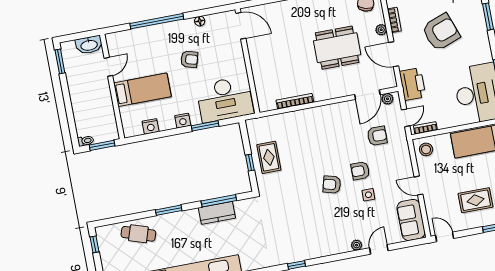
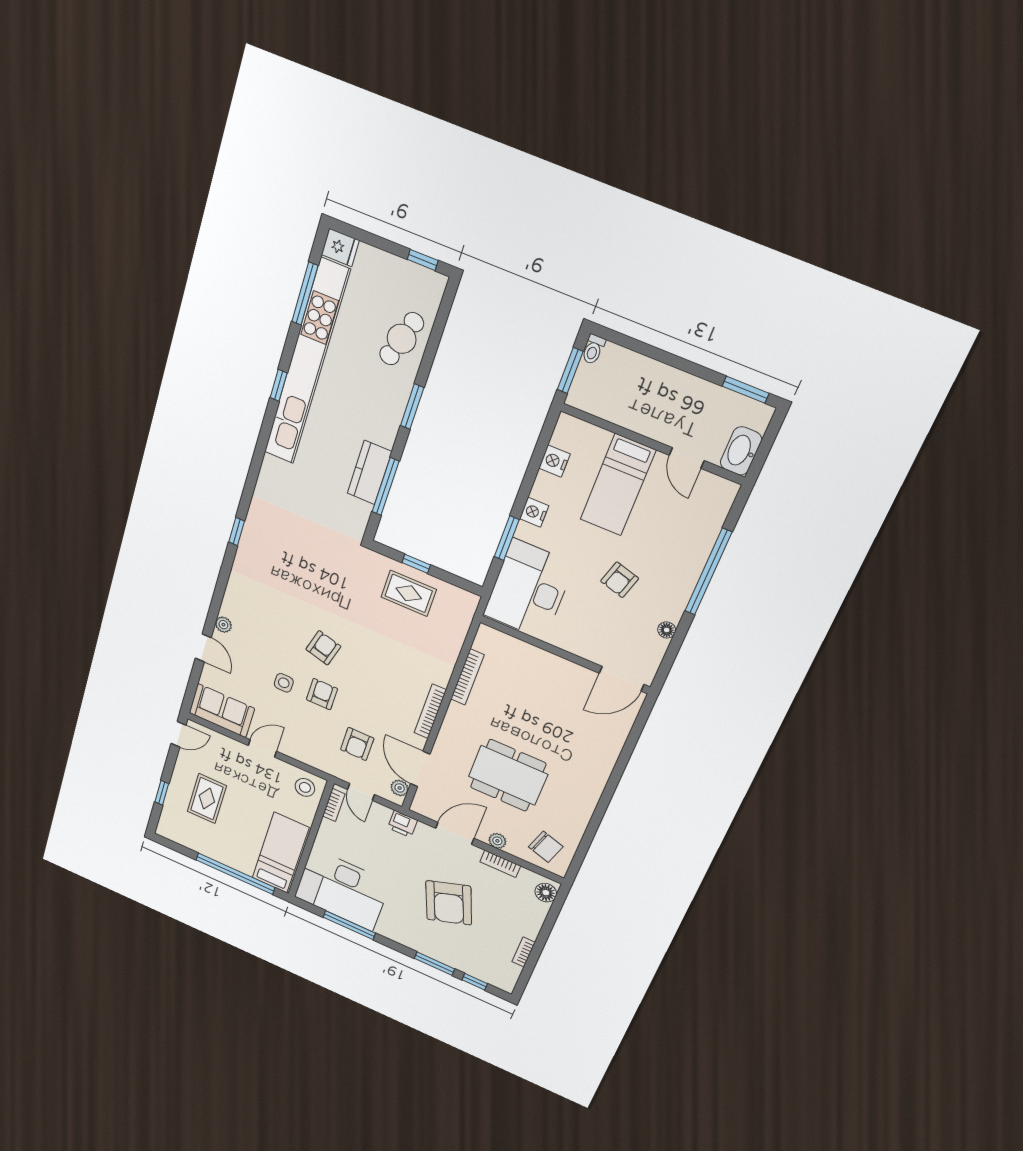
dining table: (337, 48) -> (508, 775), turned 90
printer: (412, 84) -> (403, 824), width x0.53, depth x0.68
bookcase: (329, 109) -> (430, 711), added

